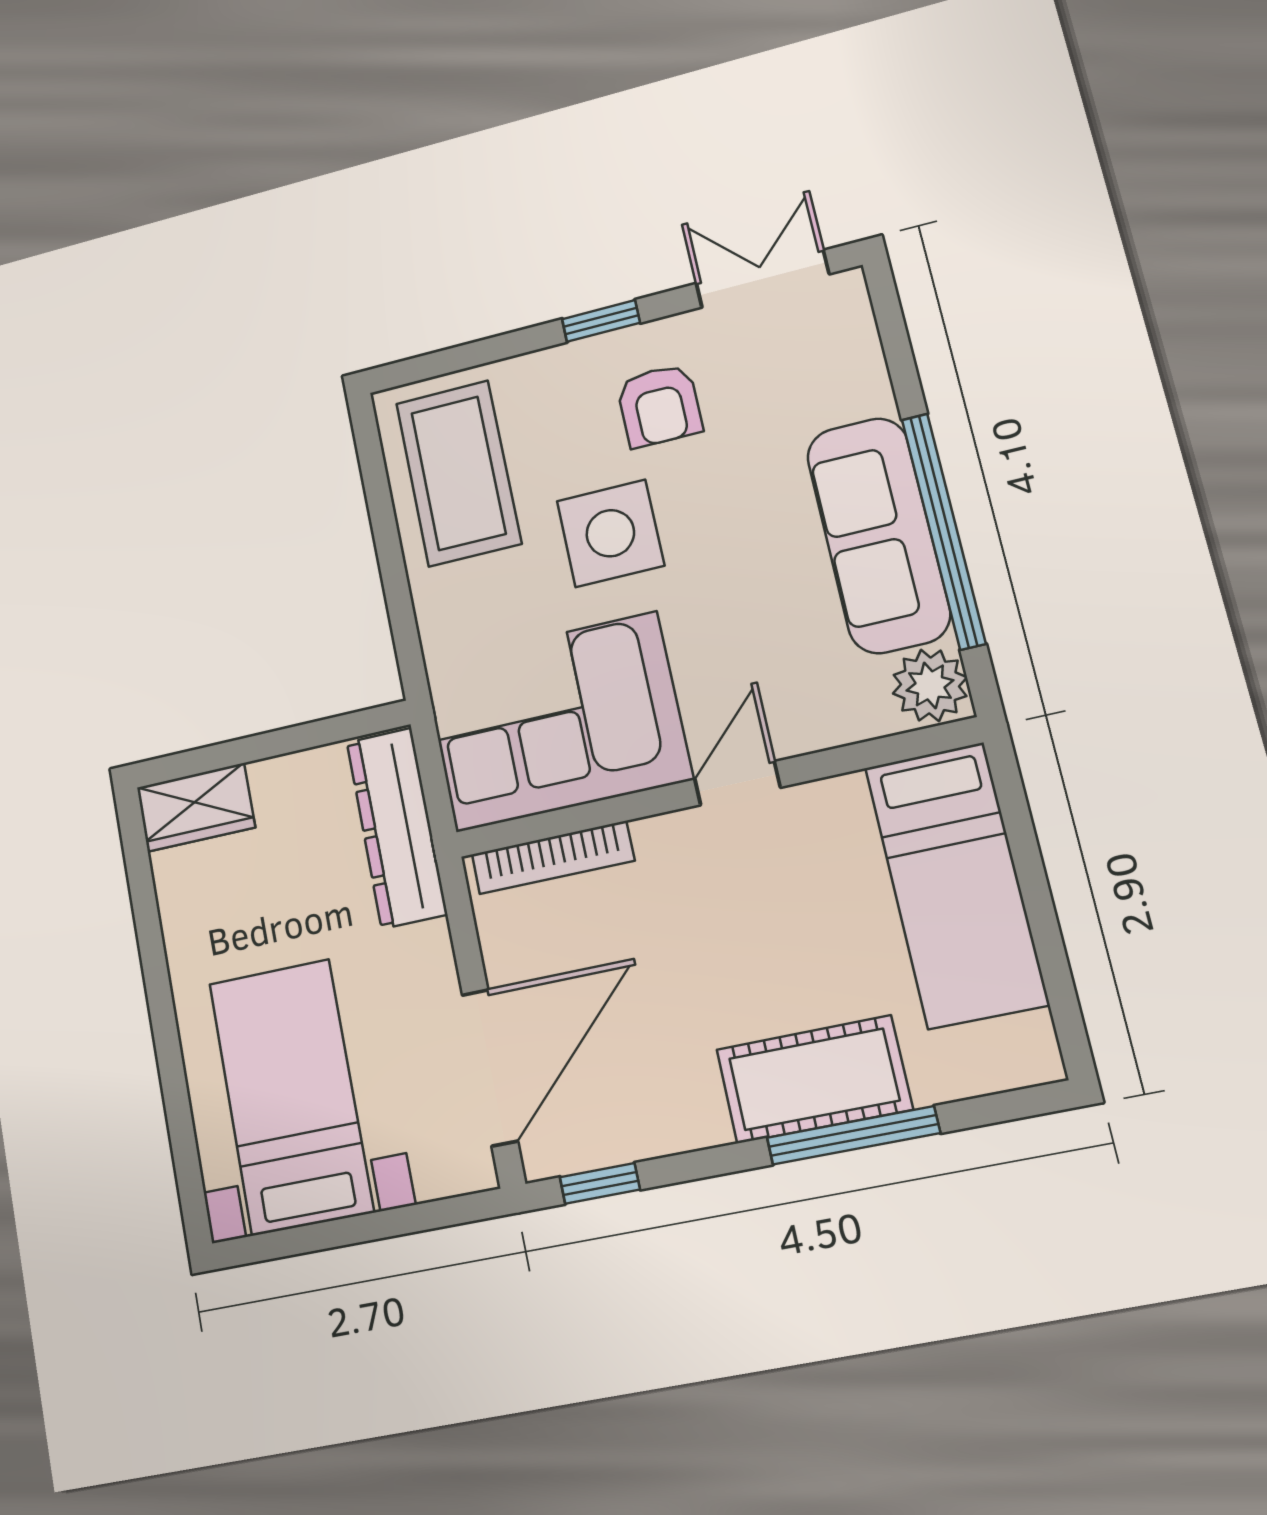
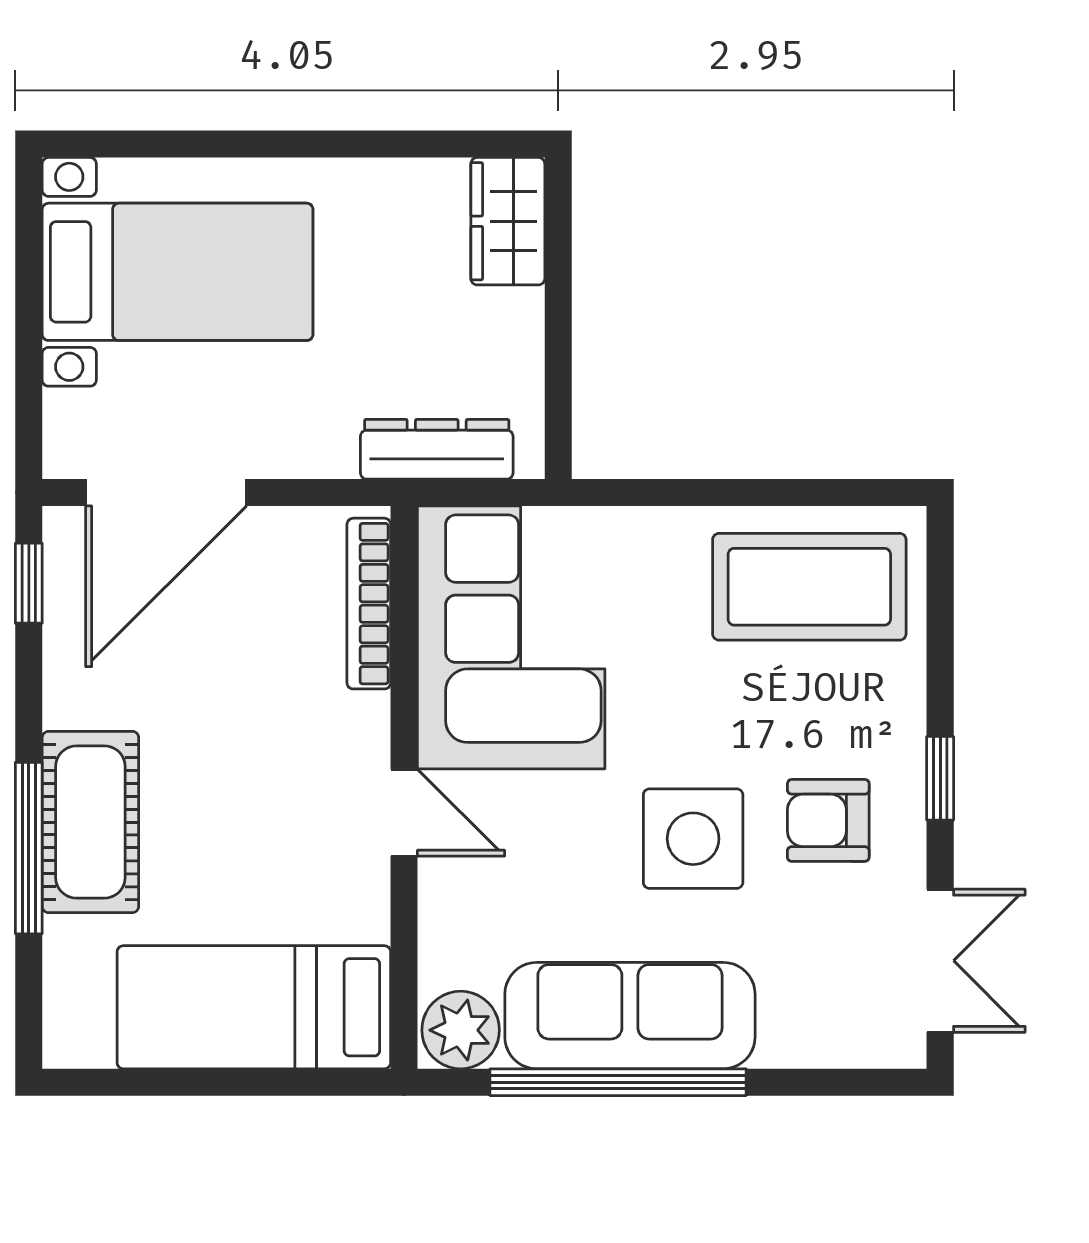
side table: (610, 533) -> (693, 839), moved
dresser: (397, 828) -> (437, 449), width x0.73, depth x0.80
door: (490, 1068) -> (166, 493), hinge flipped

